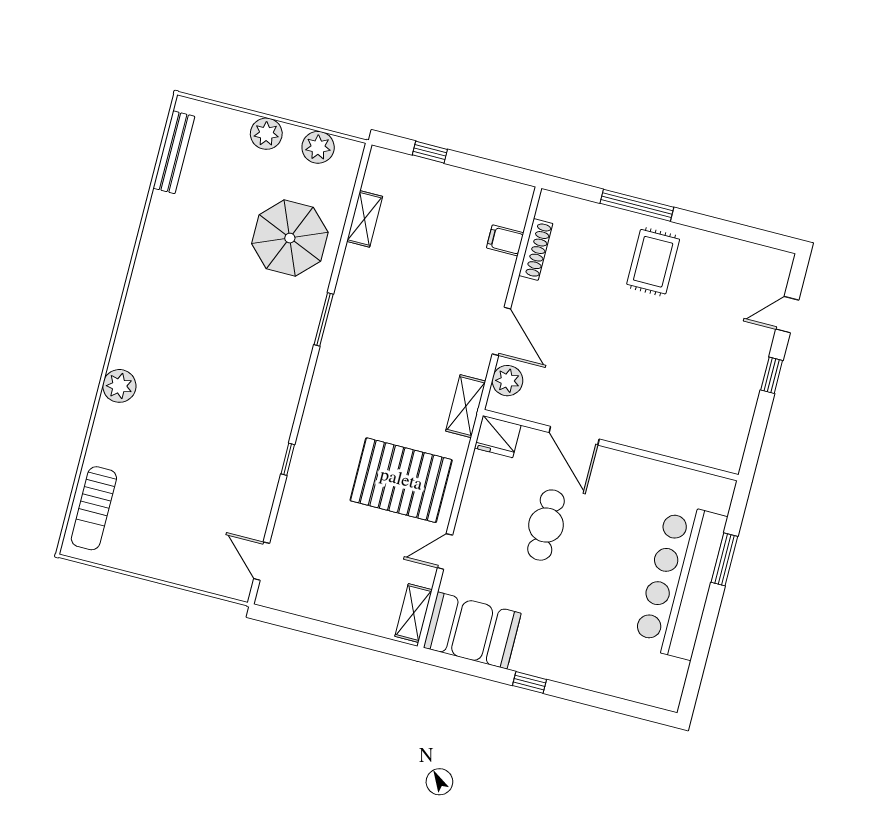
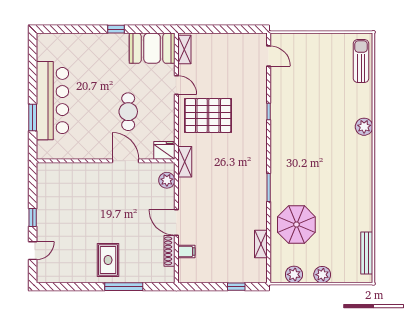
door: (501, 331) -> (176, 222), moved
door: (445, 551) -> (176, 85), hinge flipped

